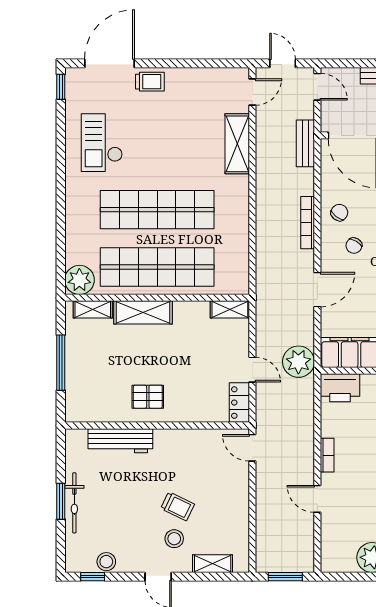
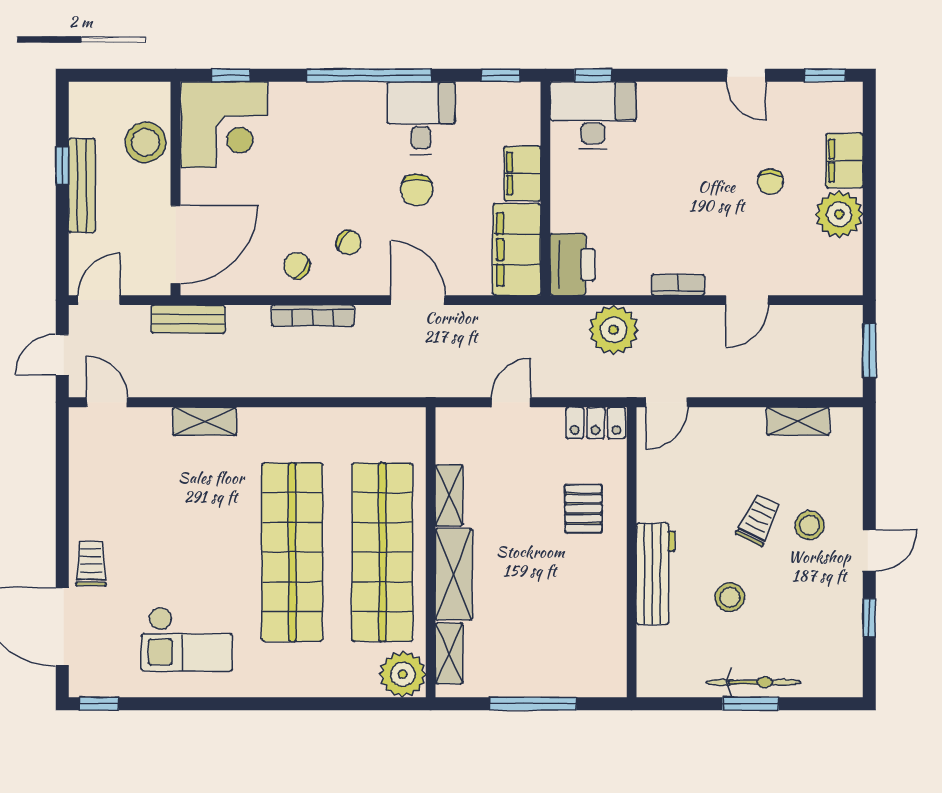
shelving: (237, 144) -> (205, 421), width x0.67, depth x0.75
shelving: (230, 309) -> (449, 495), moved
plant: (298, 362) -> (614, 330), moved
door: (252, 370) -> (511, 402), moved
pallet: (148, 397) -> (583, 509), moved
workbench: (120, 441) -> (655, 574), moved
stool: (106, 562) -> (730, 597), moved
shelving: (213, 564) -> (798, 421), moved, turned 90
window: (93, 577) -> (869, 618), moved

